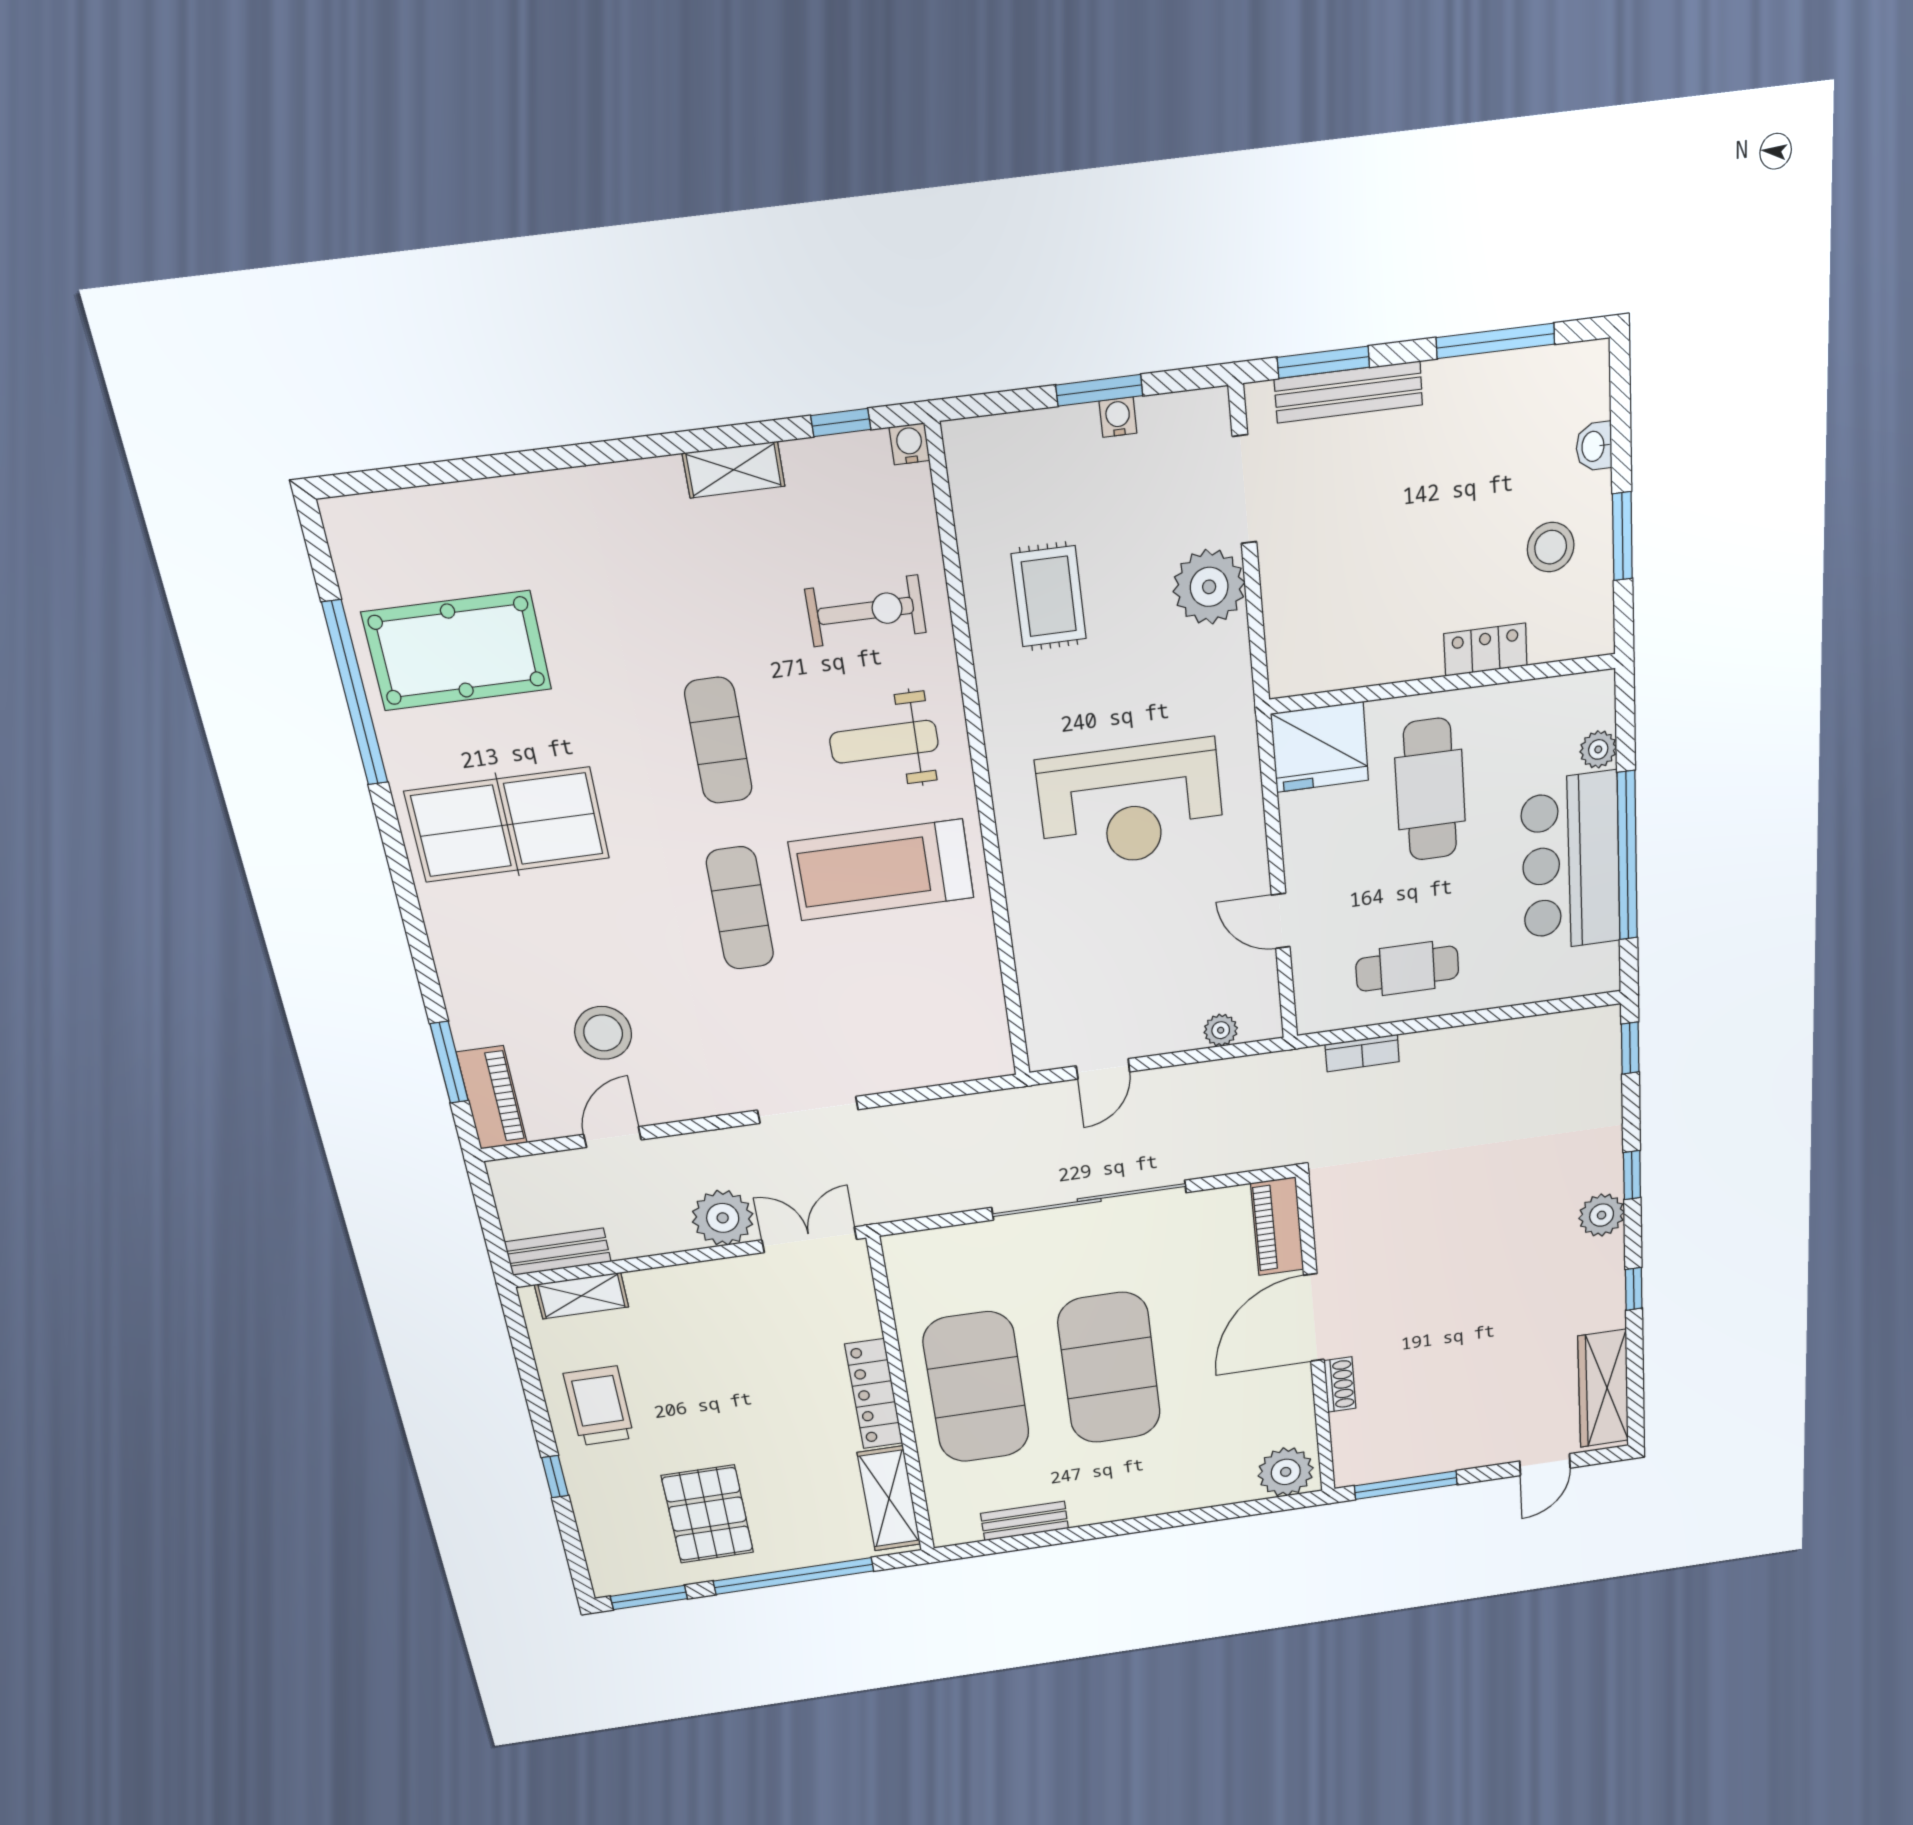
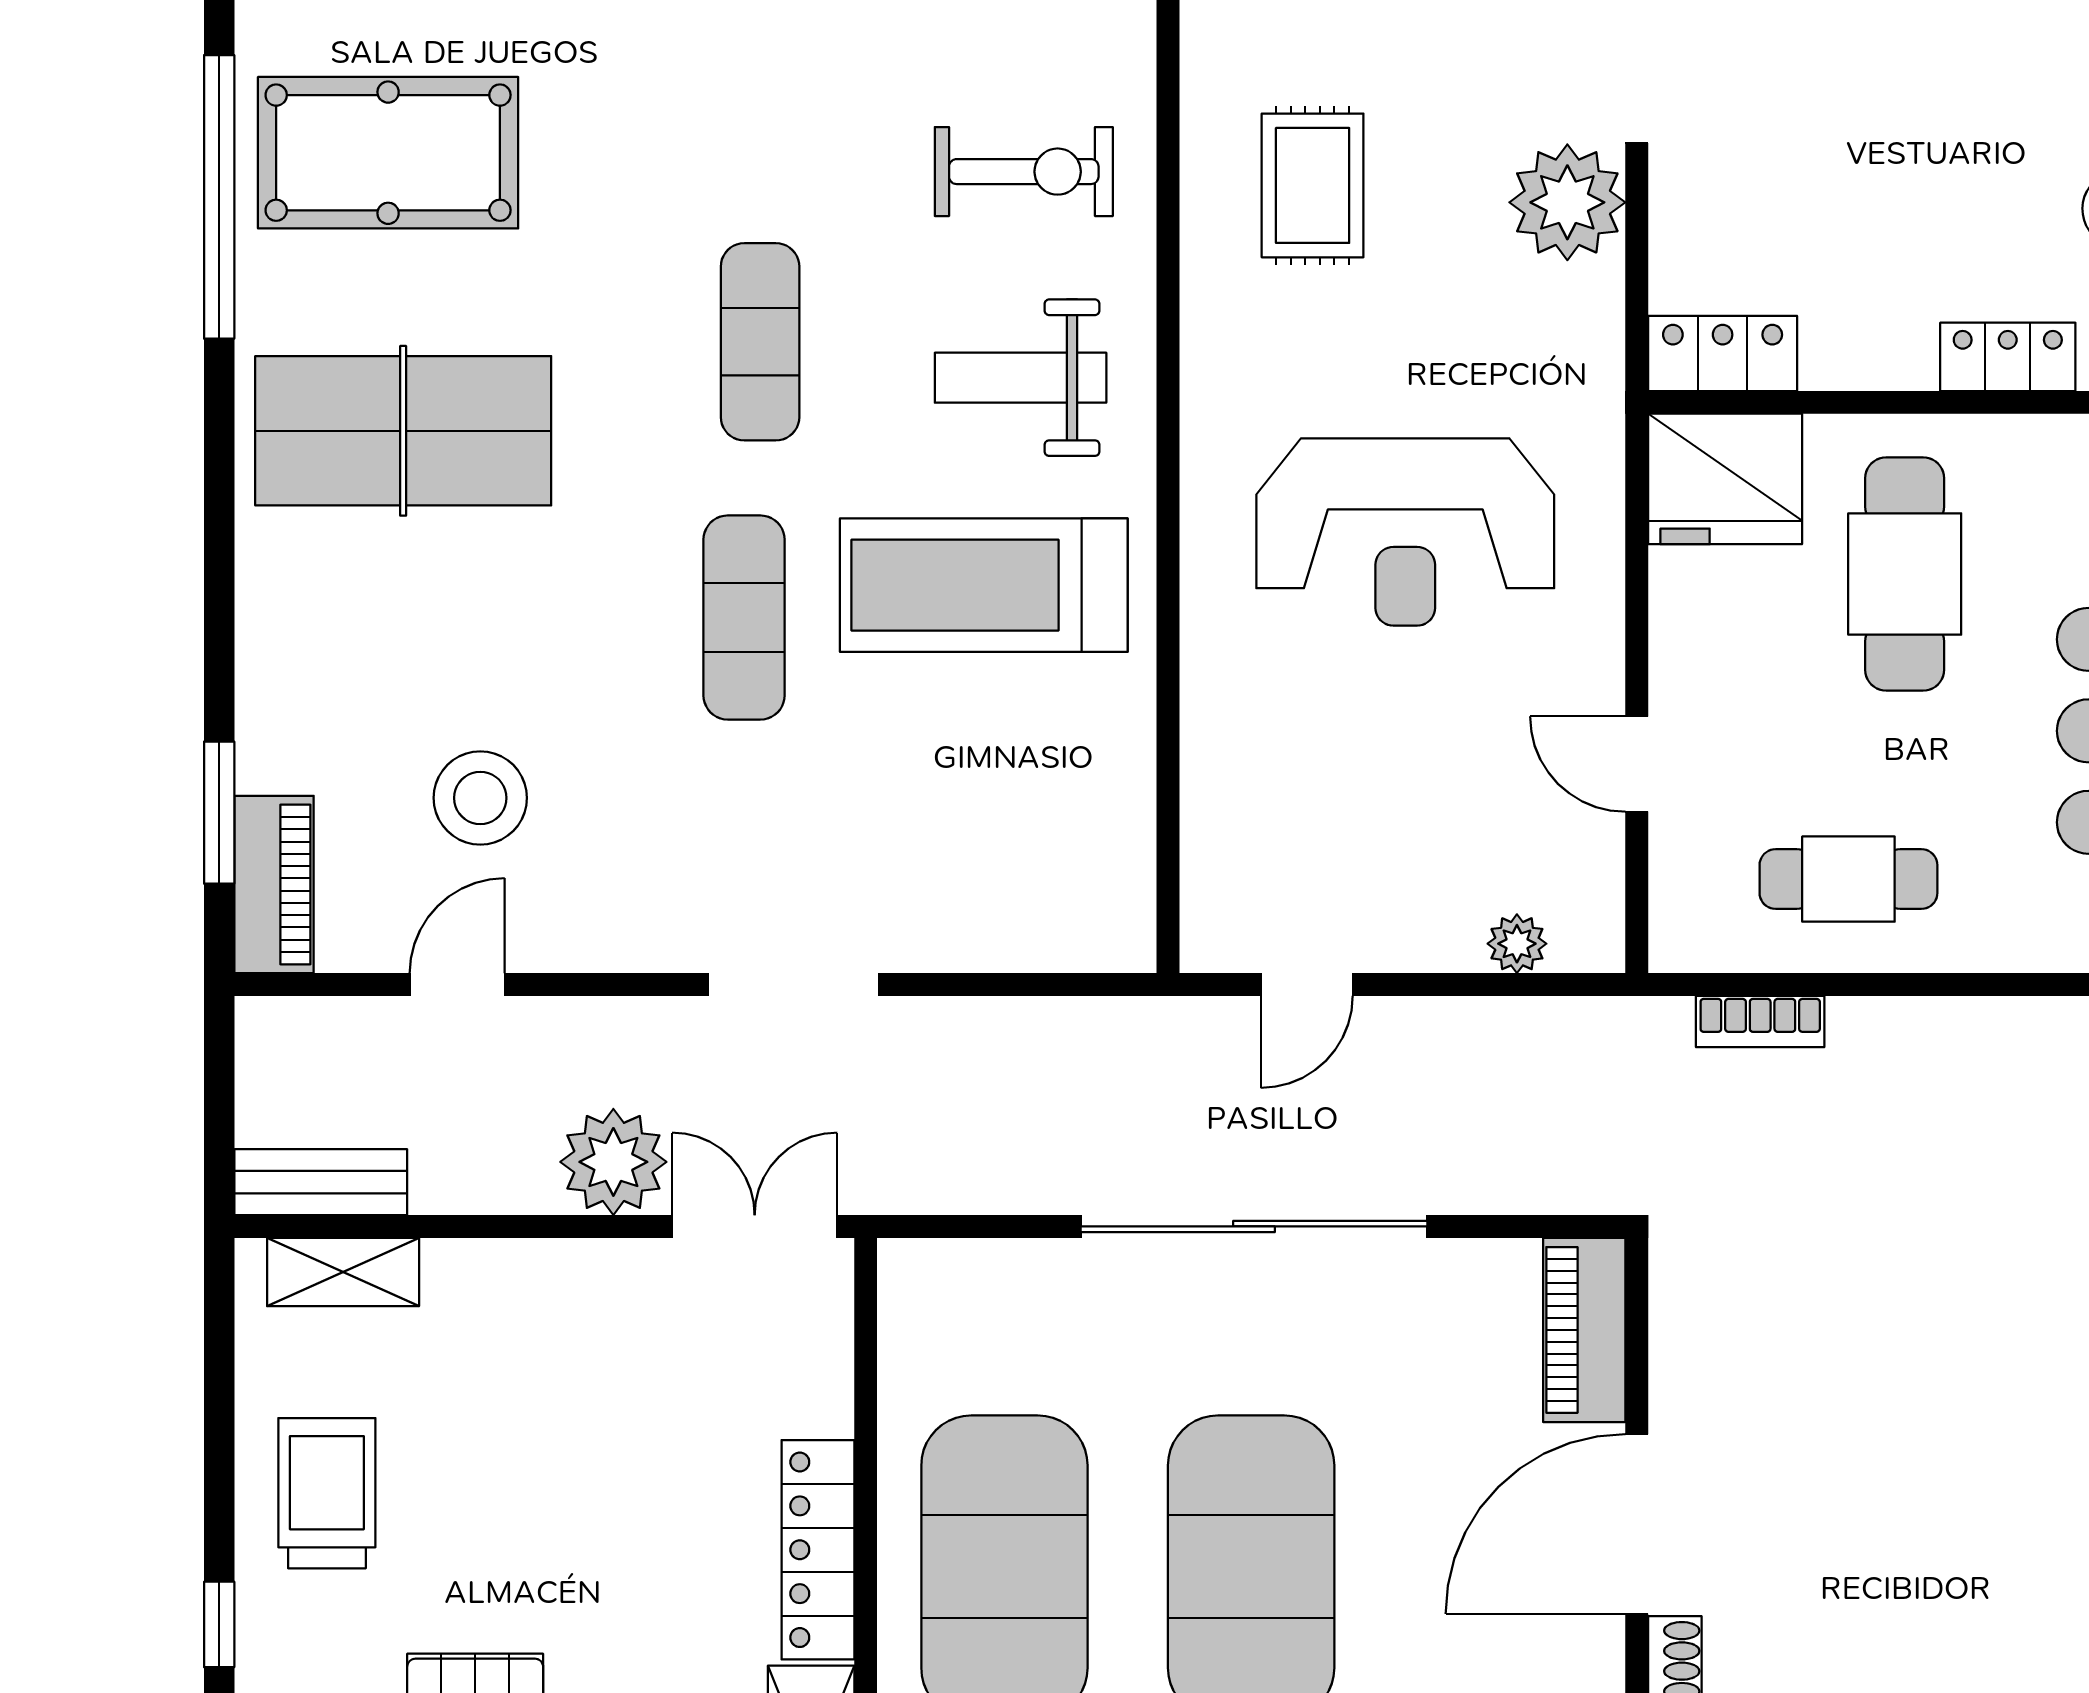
locker: (1312, 670) -> (1723, 353), added

